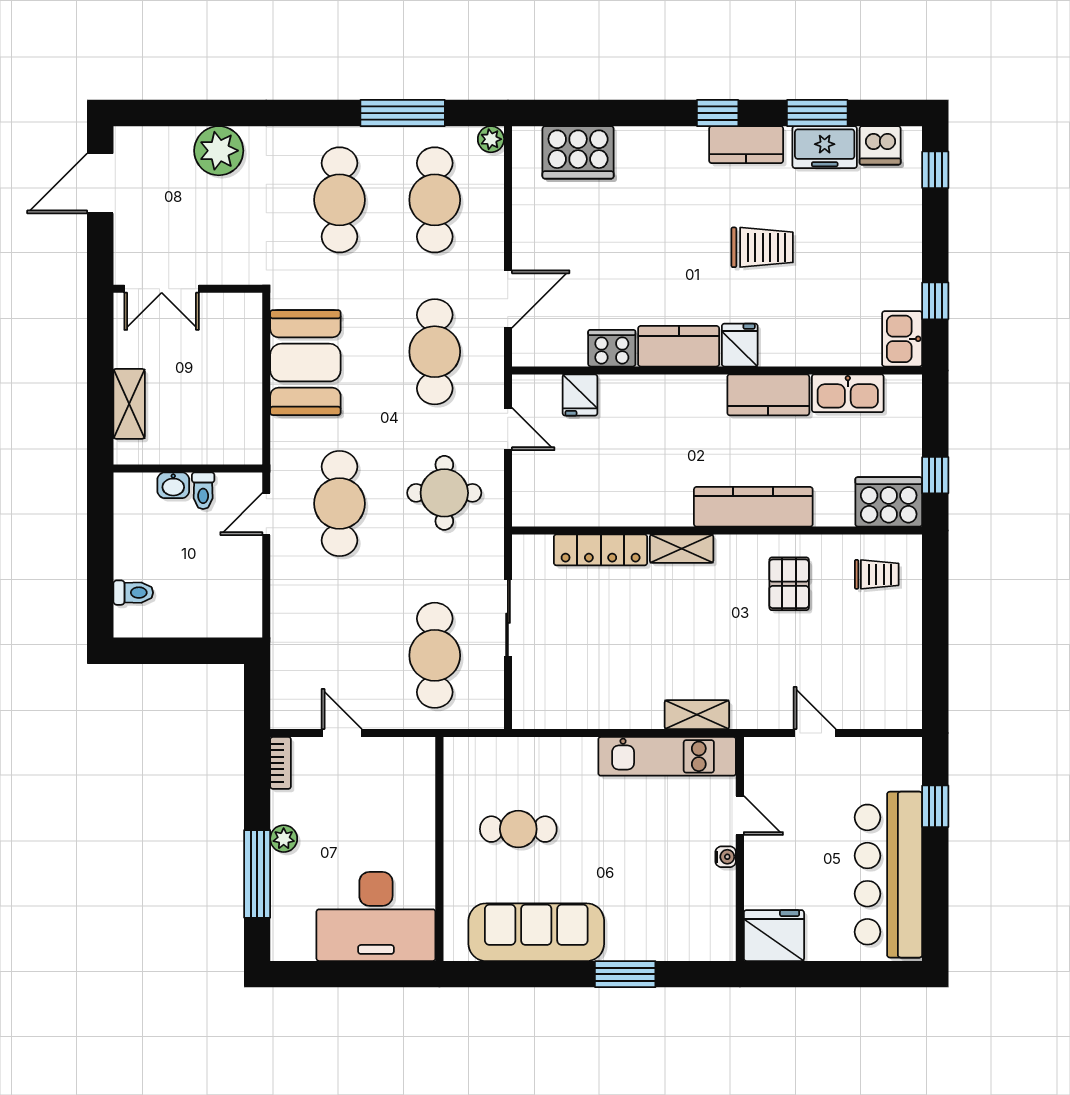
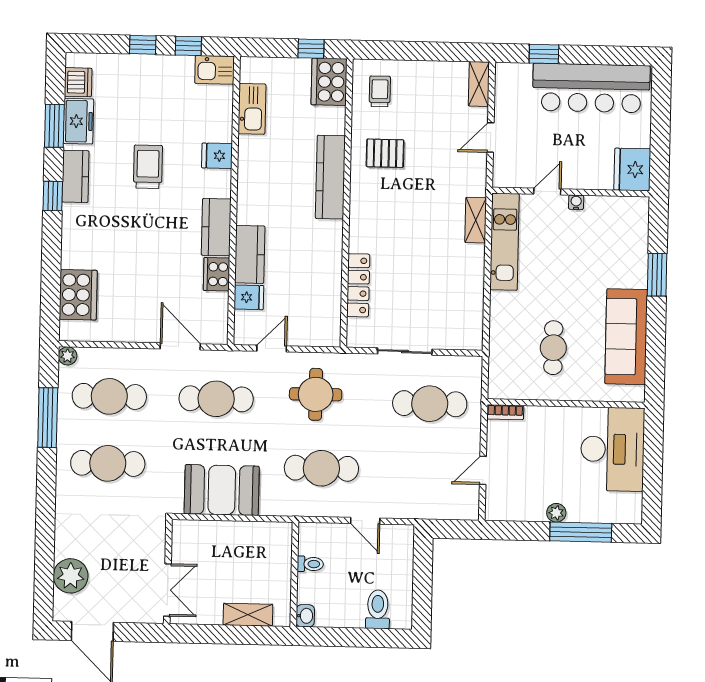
plant: (219, 151) -> (71, 576), moved
window: (935, 170) -> (143, 45), moved
fridge: (740, 345) -> (217, 156), moved
kitchen counter: (768, 395) -> (250, 254), moved
washbasin: (173, 485) -> (305, 616), moved
door: (266, 514) -> (365, 521), moved
shelving: (682, 549) -> (479, 84), moved
toilet: (133, 593) -> (378, 609), width x1.37, depth x1.39
bookcase: (281, 763) -> (505, 412), moved, turned 180

